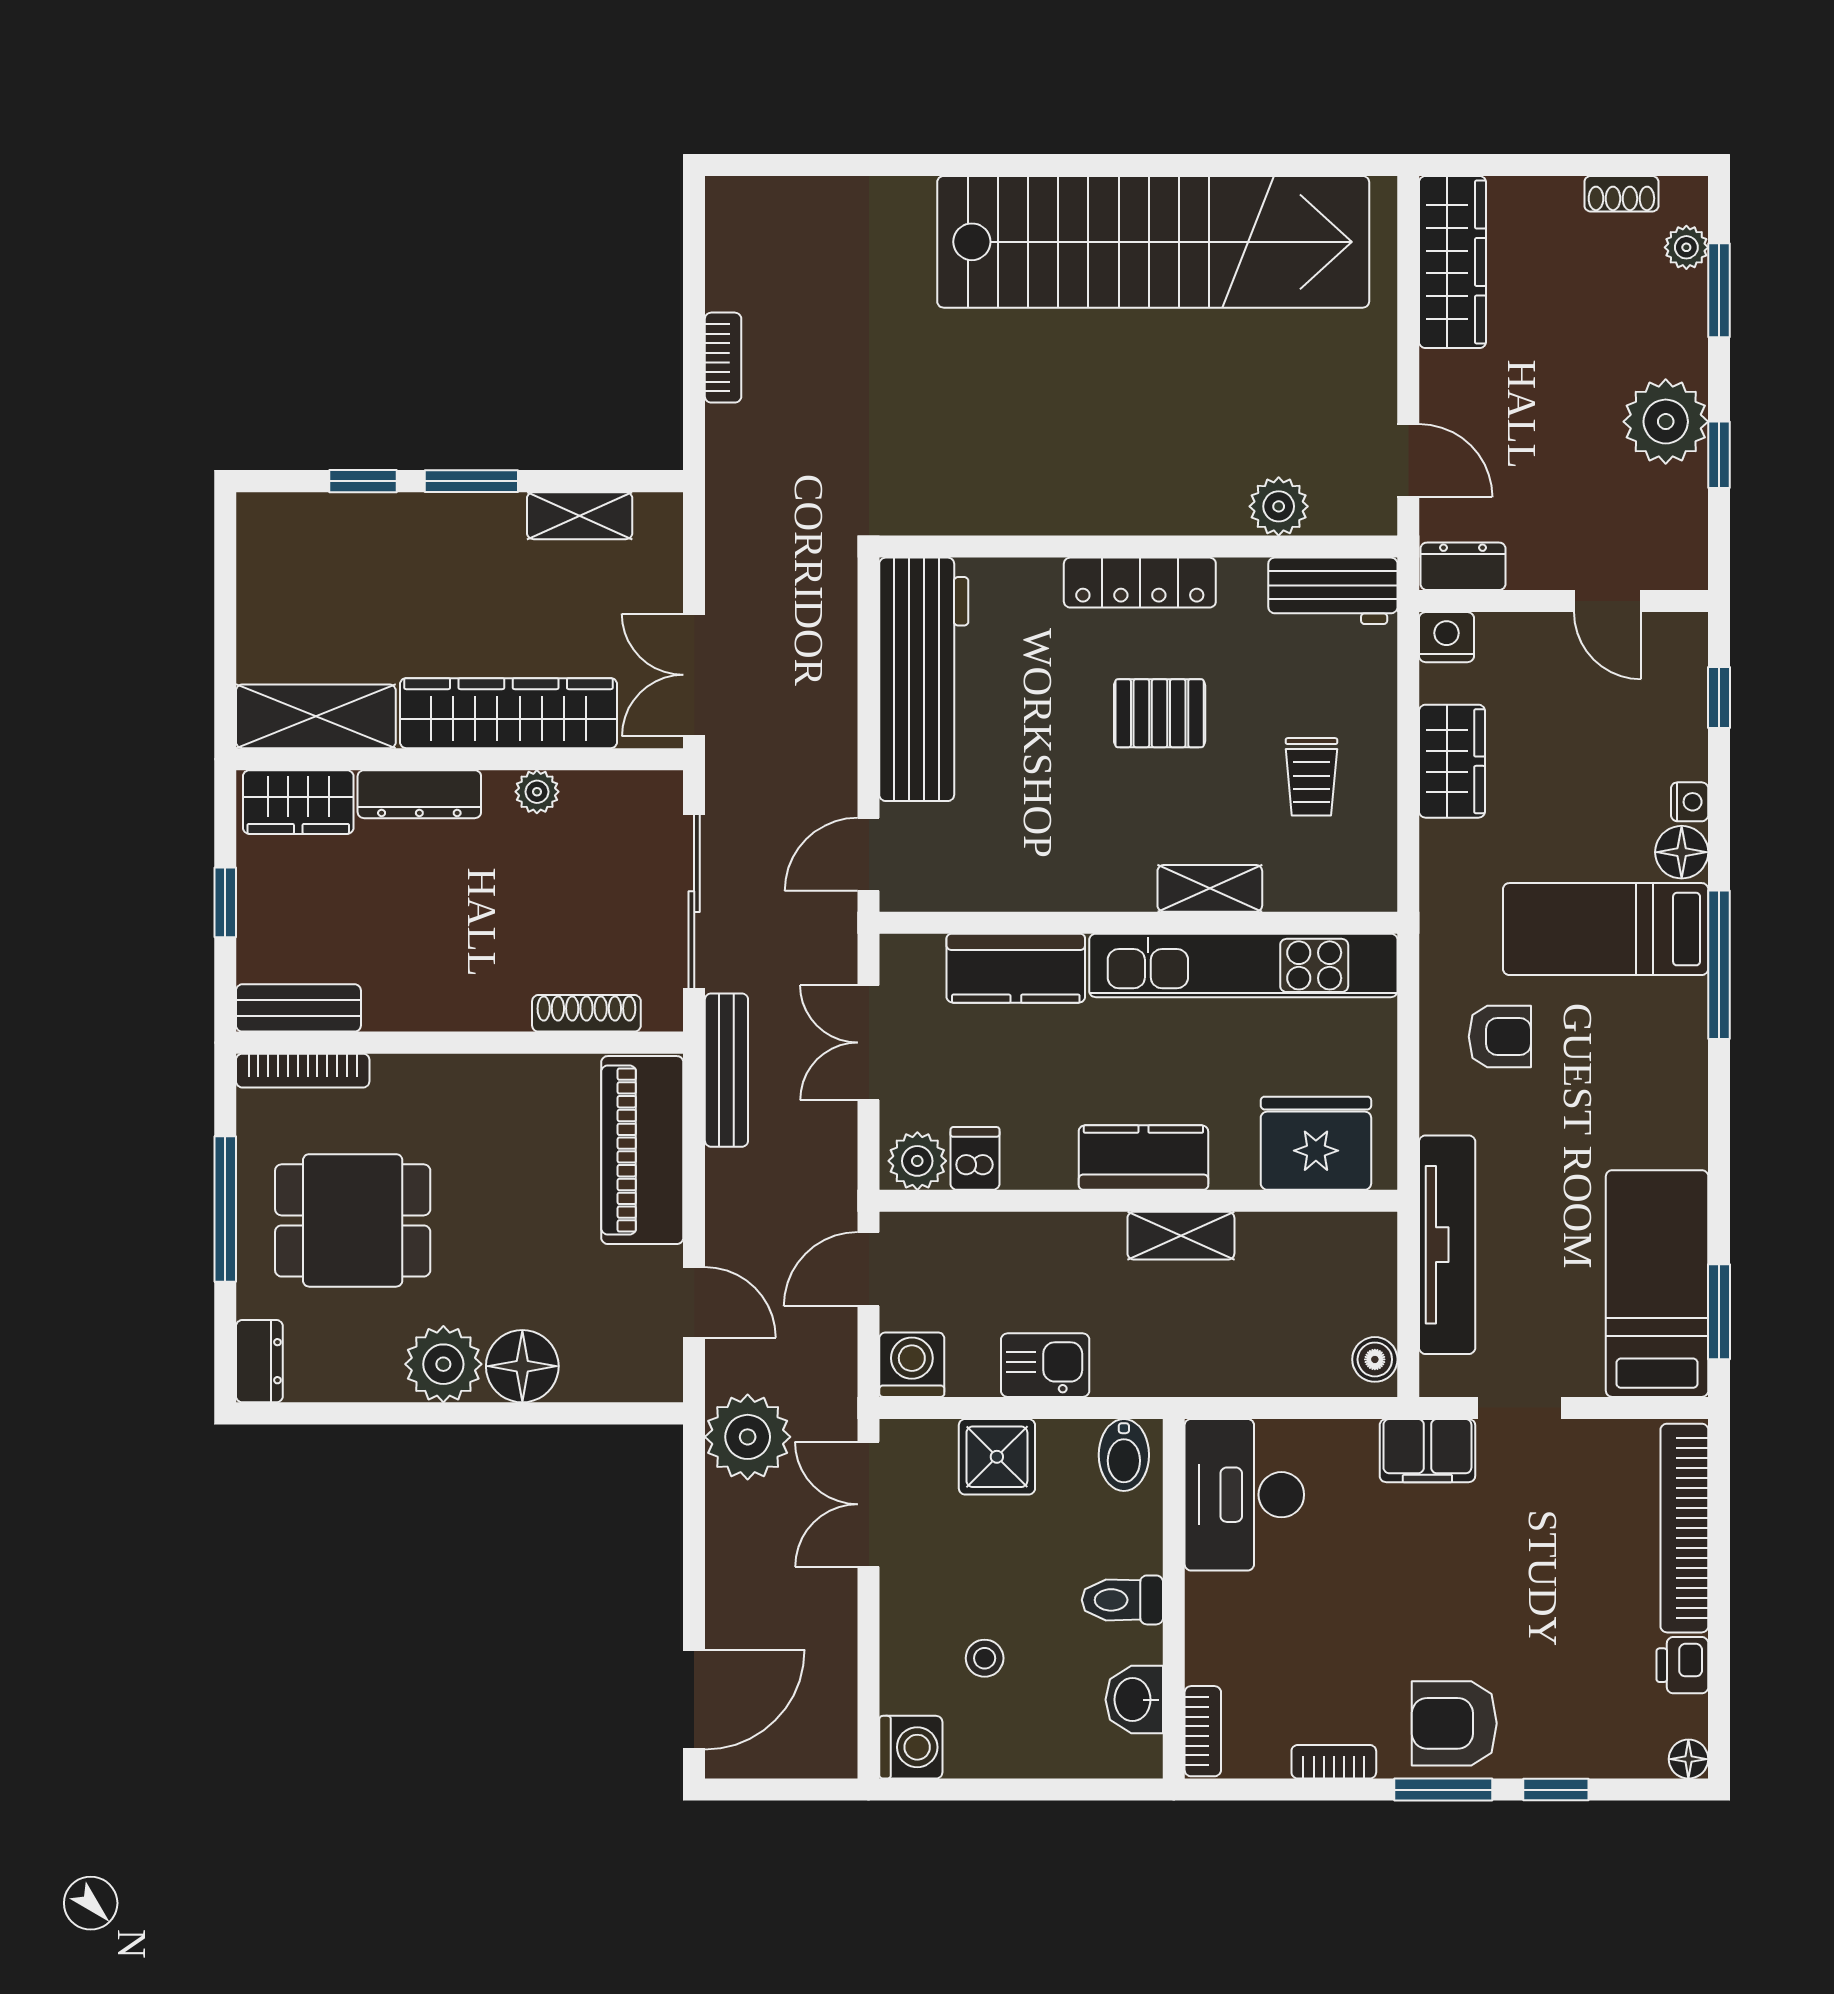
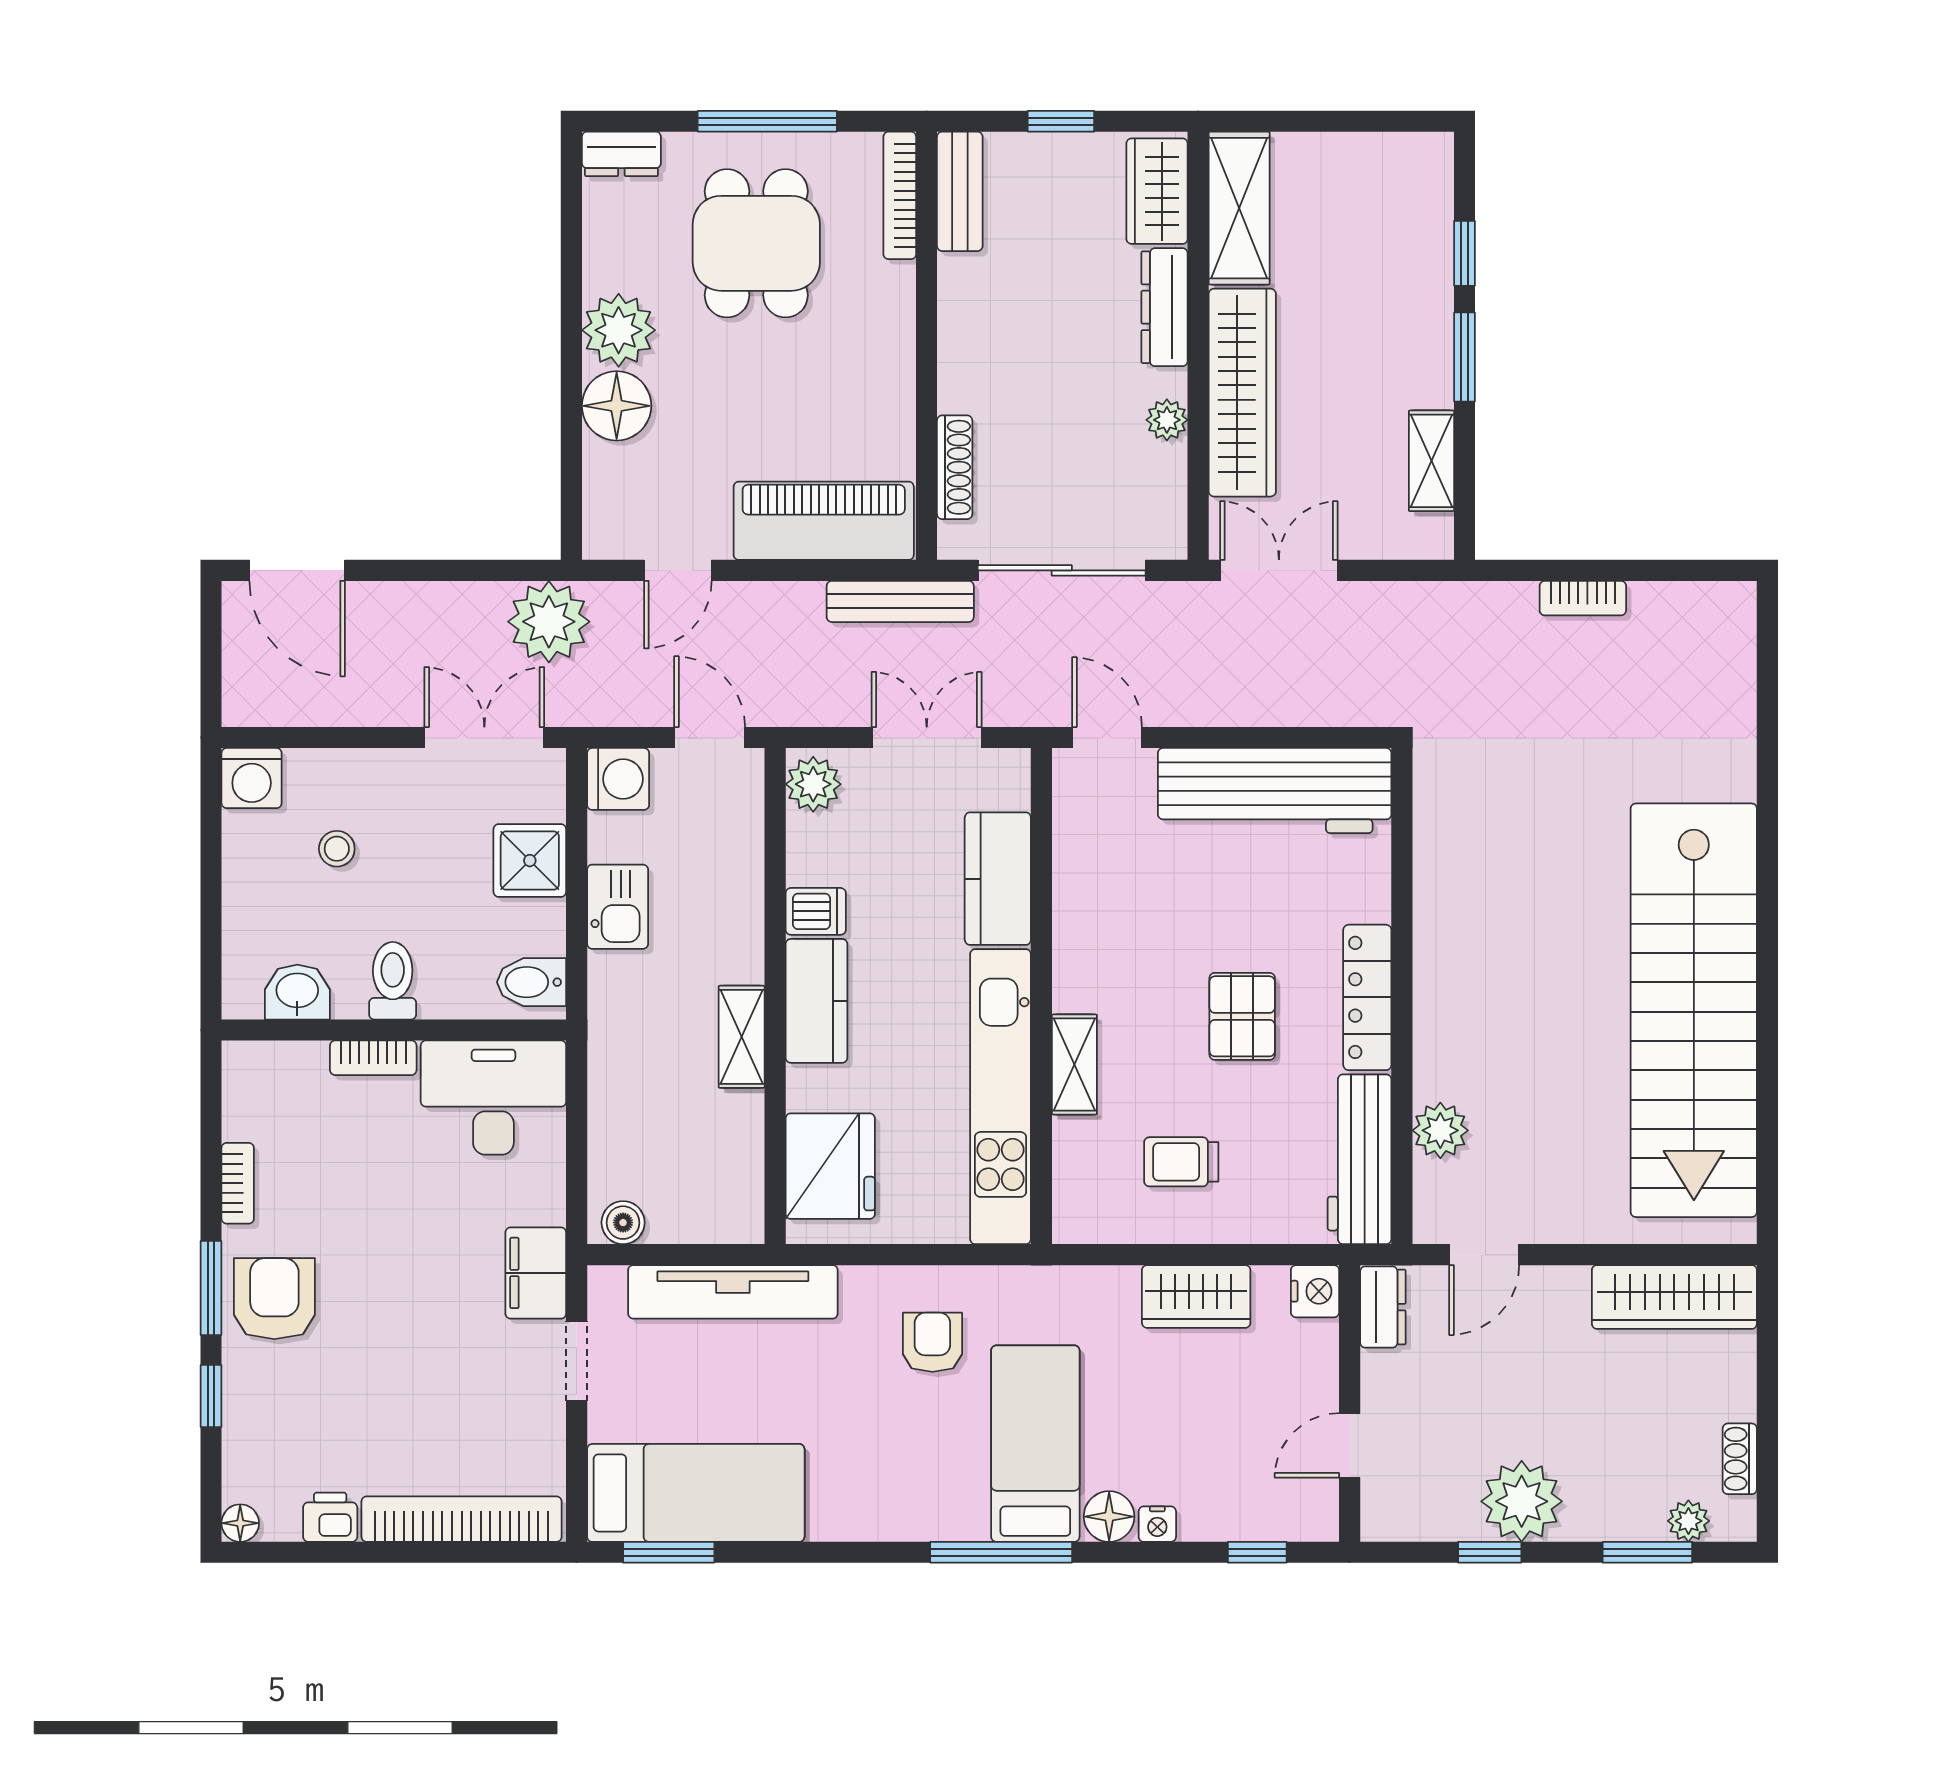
workbench: (1333, 591) -> (1359, 1159), width x1.38
armchair: (1500, 1037) -> (932, 1342), turned 180
dishwasher: (975, 1158) -> (816, 911), moved
bookcase: (1203, 1731) -> (373, 1058), moved

